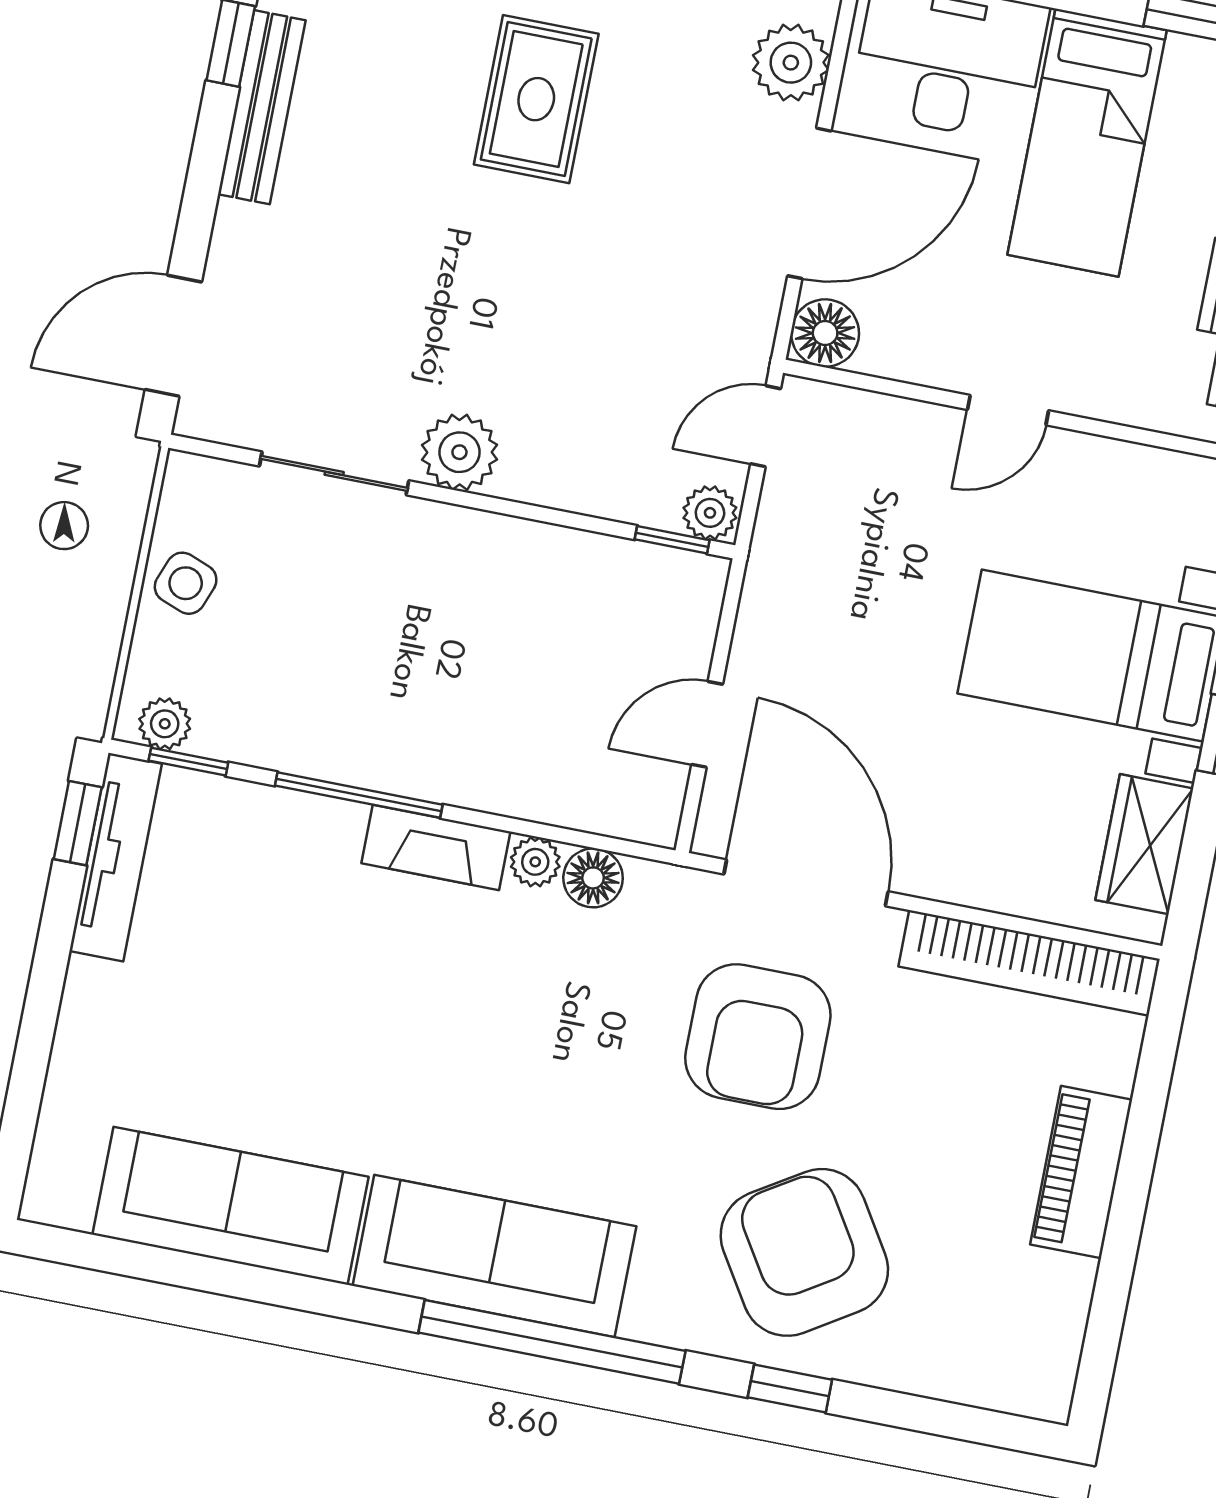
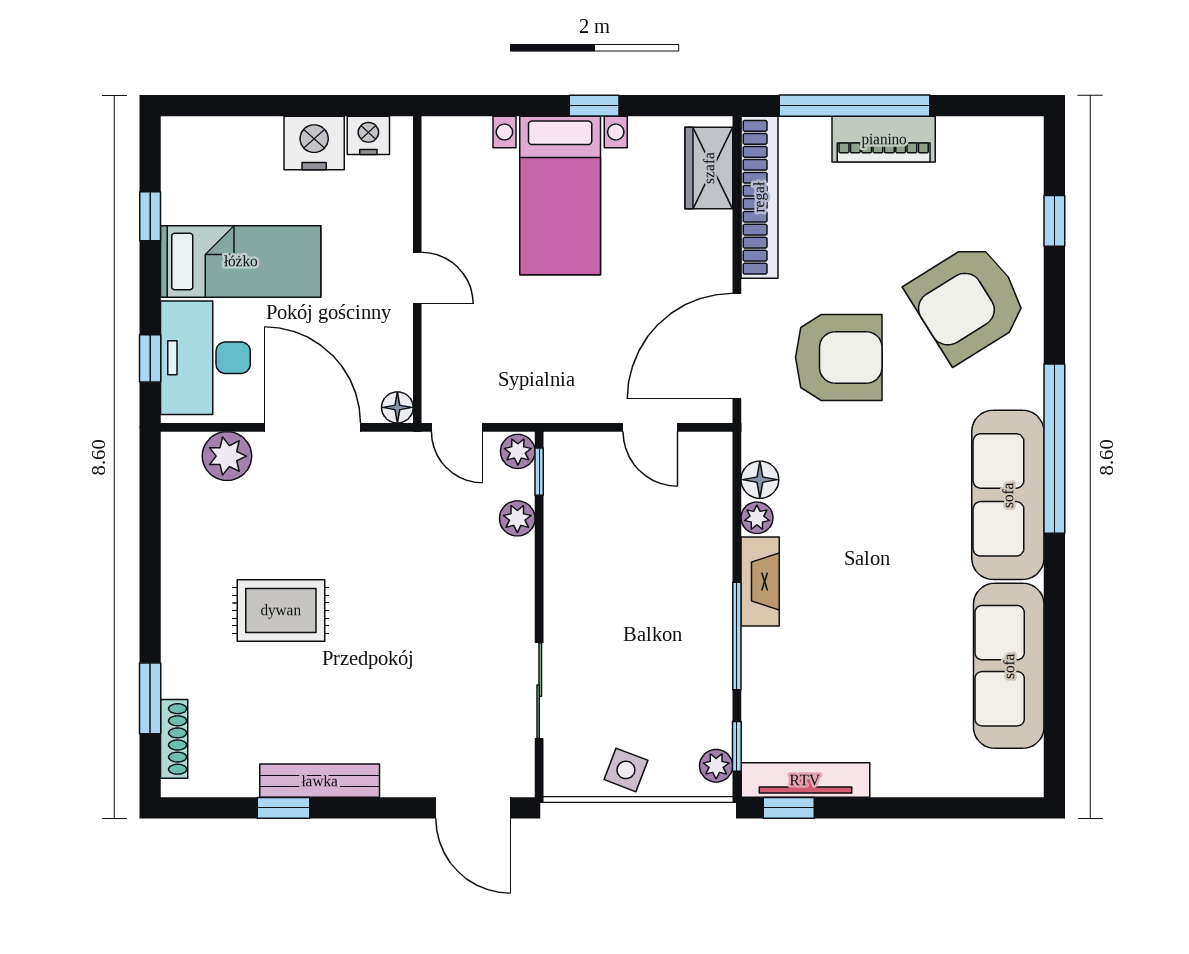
floor lamp: (825, 333) -> (397, 407), width x0.73, depth x0.73
plant: (459, 452) -> (517, 518), moved, width x0.73, depth x0.73
wardrobe: (1144, 844) -> (709, 168), moved, turned 90
window: (1142, 1137) -> (854, 106), added
window: (790, 1389) -> (1054, 221), moved

